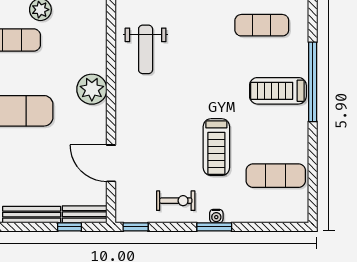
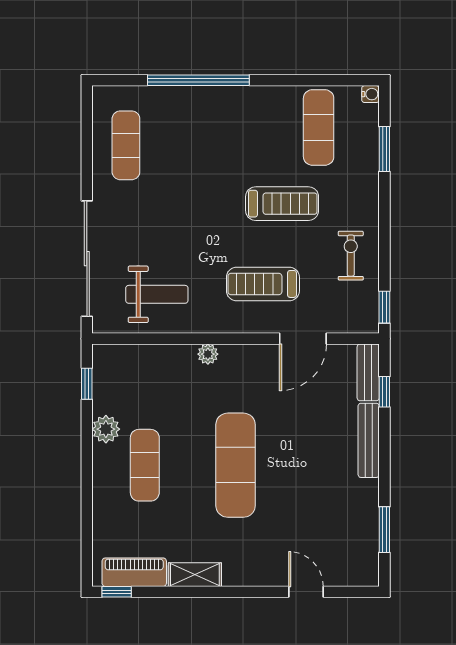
plant: (92, 89) -> (208, 354), width x0.53, depth x0.53
treadmill: (278, 91) -> (263, 284), moved, turned 90
water cooler: (216, 216) -> (370, 94), moved
window: (214, 227) -> (384, 149), moved

